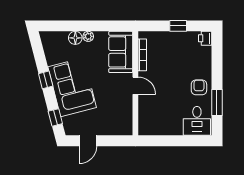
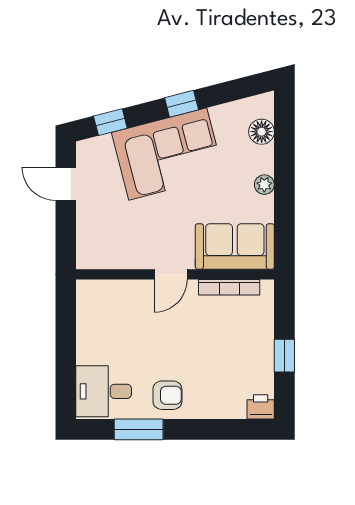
floor lamp: (75, 38) -> (262, 132), moved

